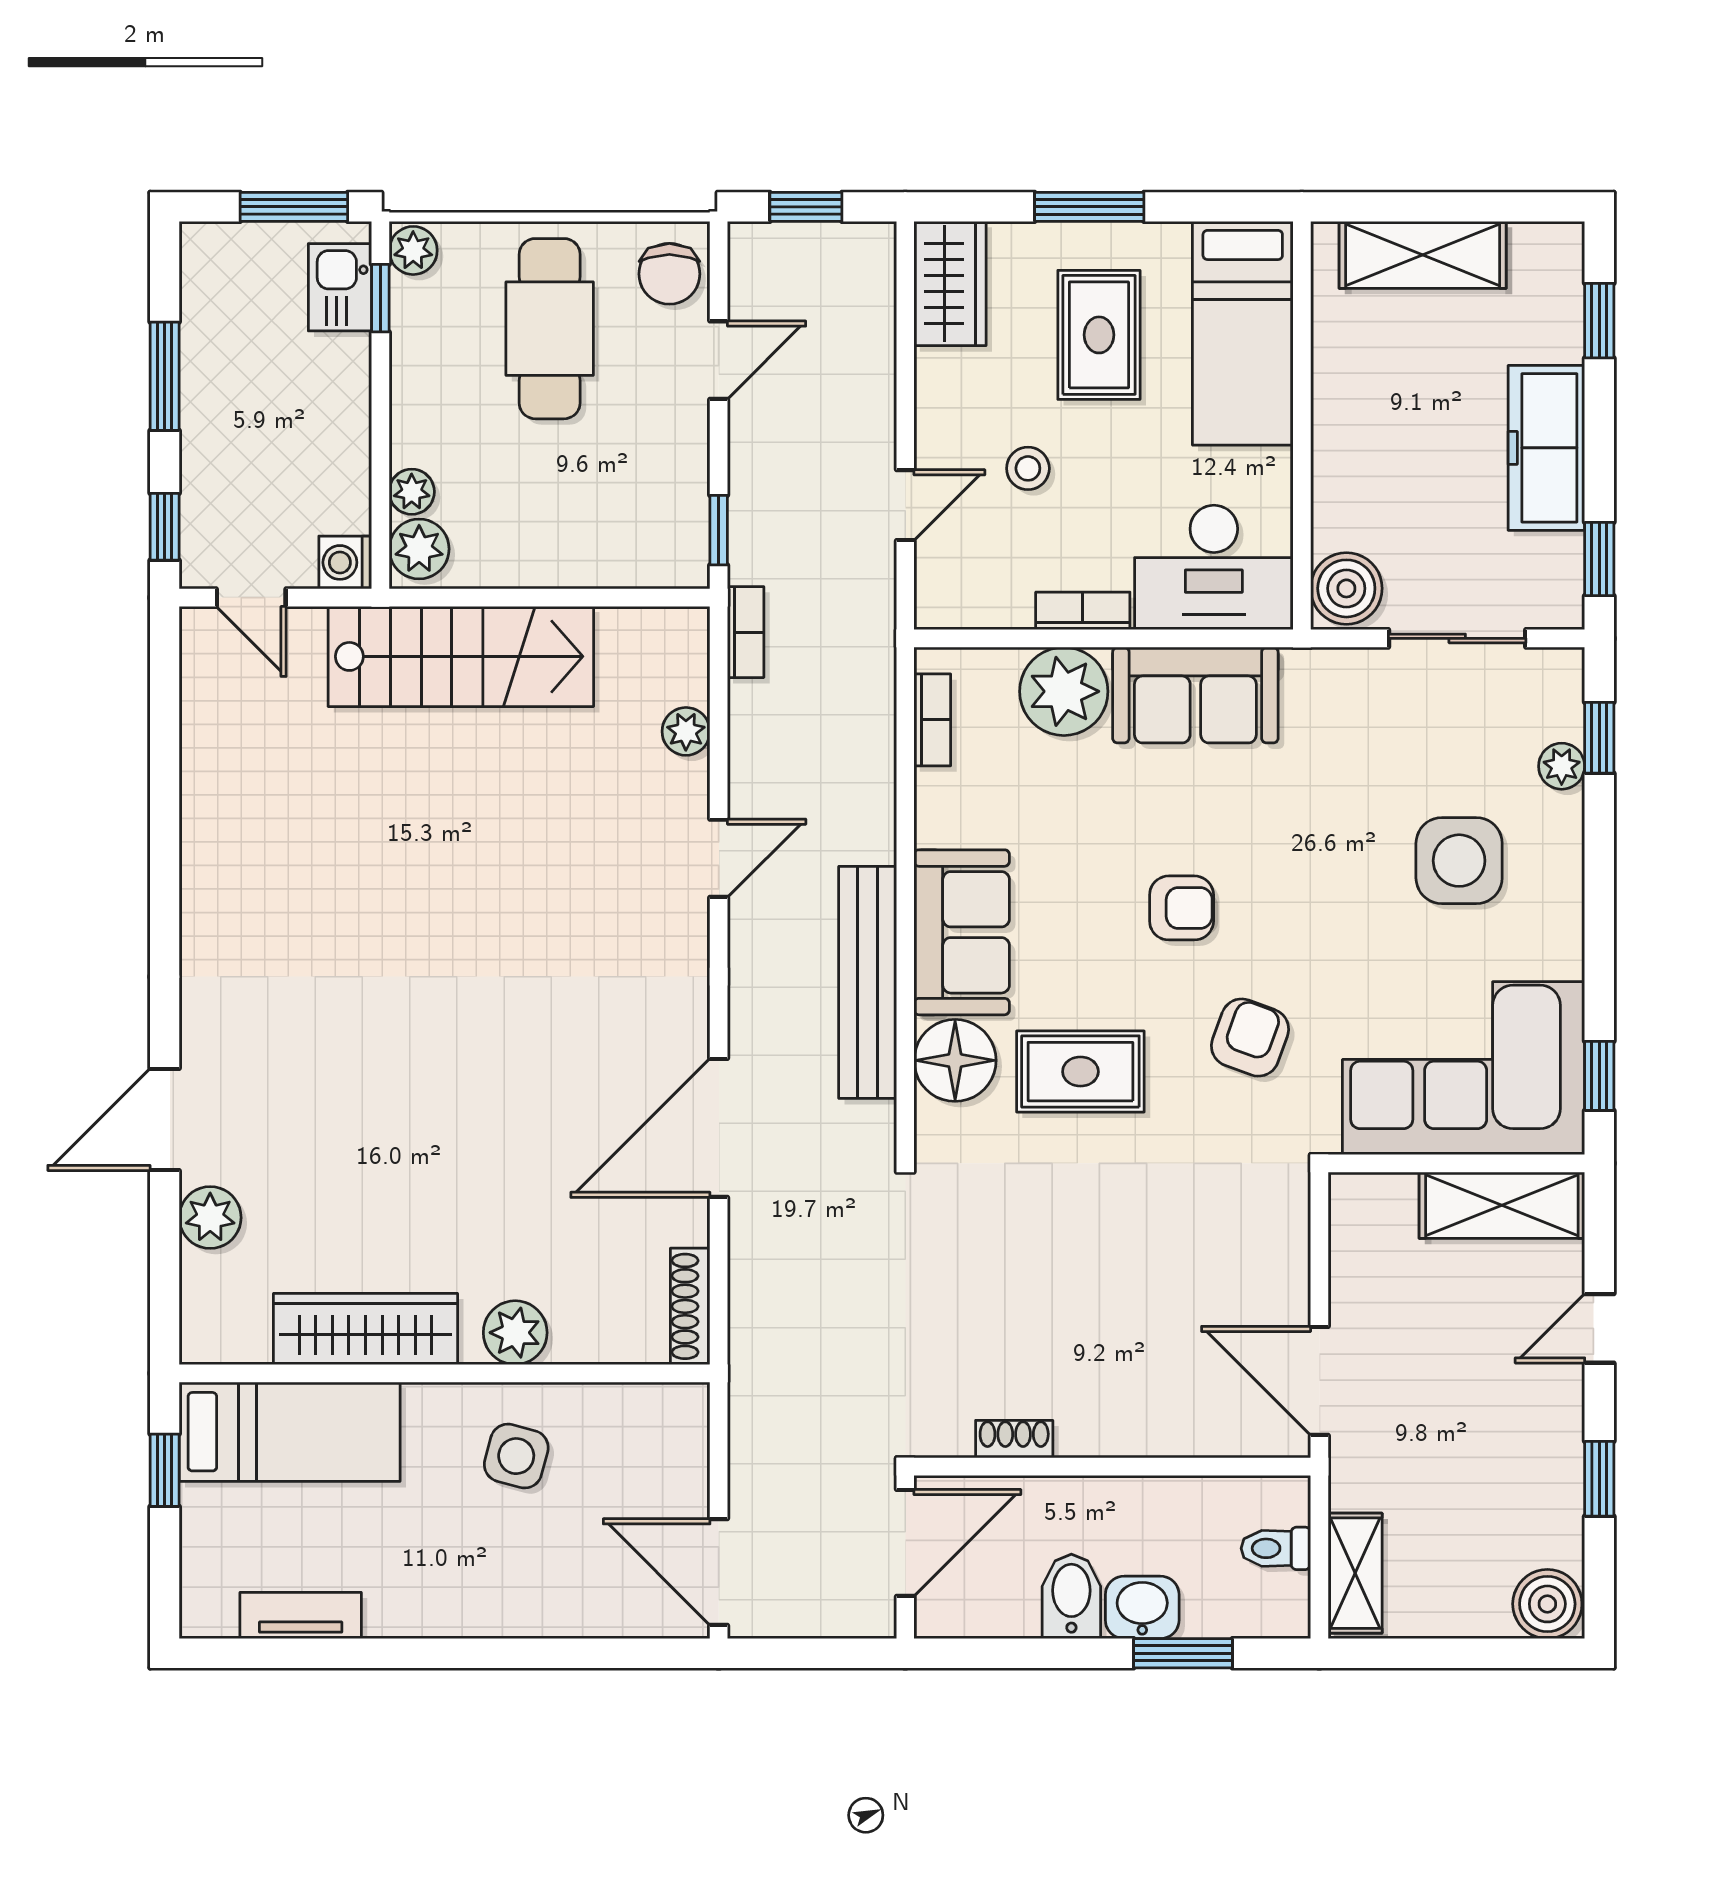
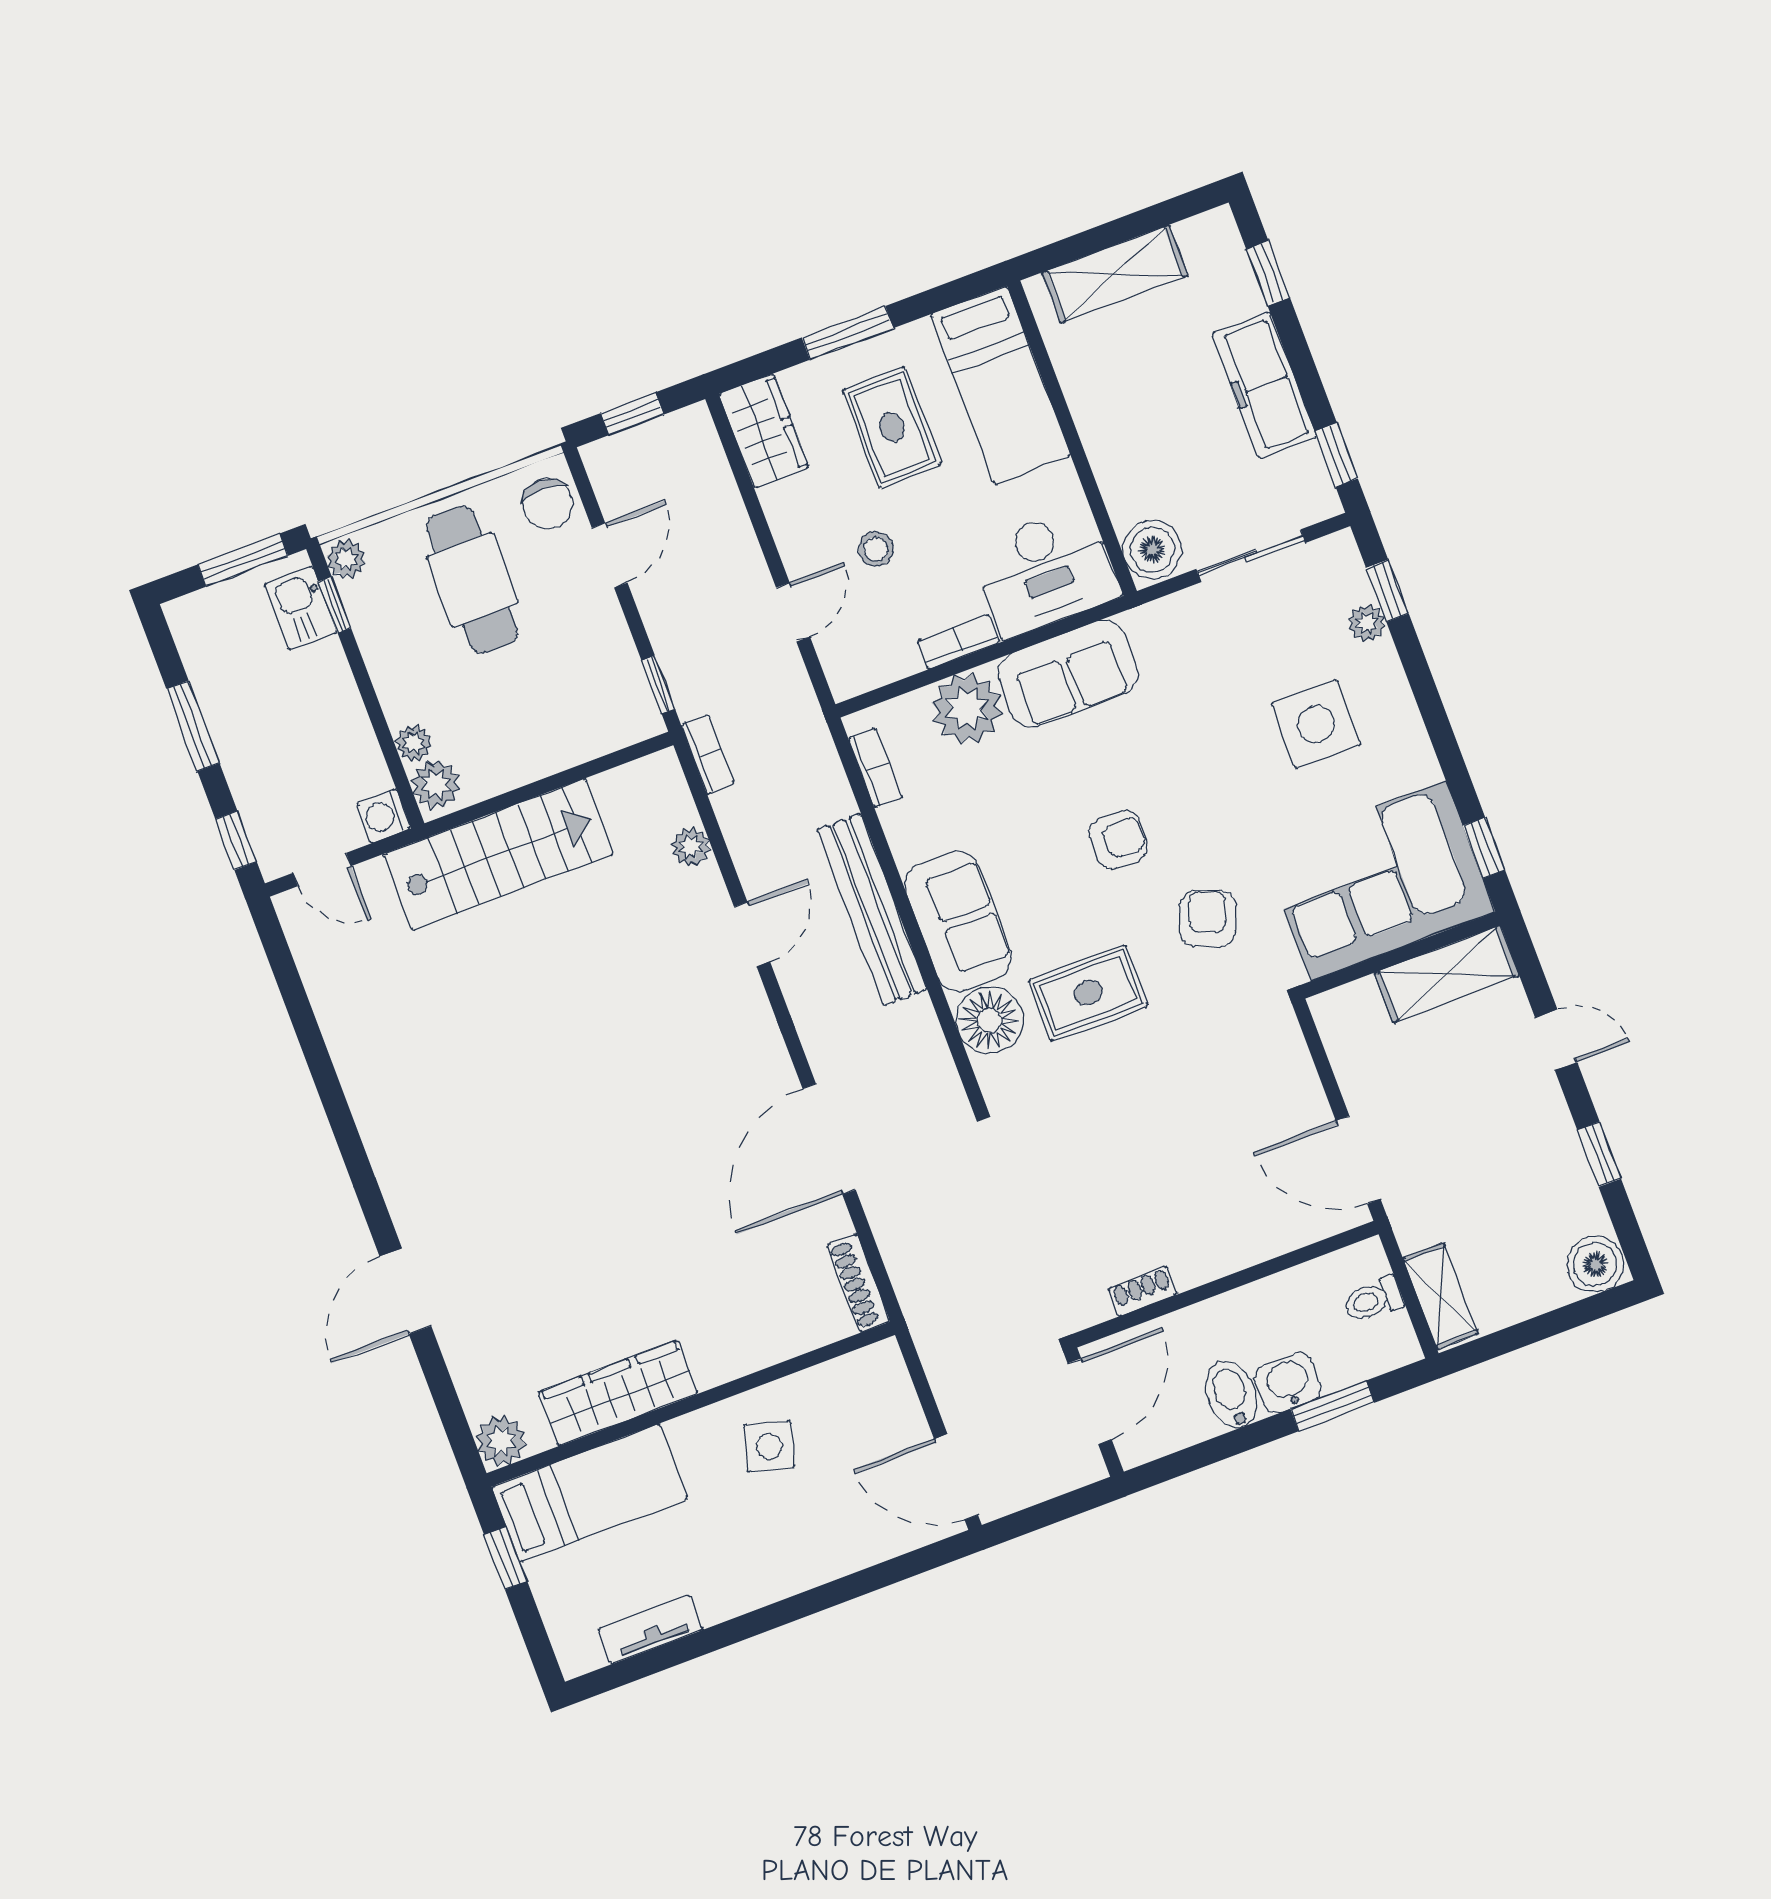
bench: (868, 982) -> (872, 910), moved
plant: (210, 1218) -> (501, 1441), moved
door: (1599, 1328) -> (1556, 1040), swing flipped
plant: (515, 1333) -> (733, 1353), removed

